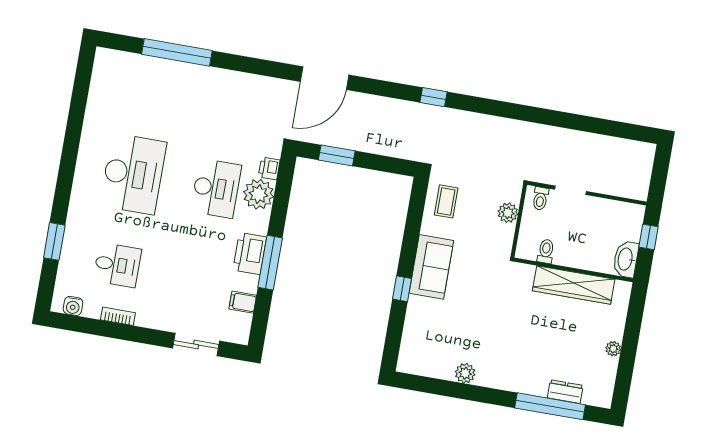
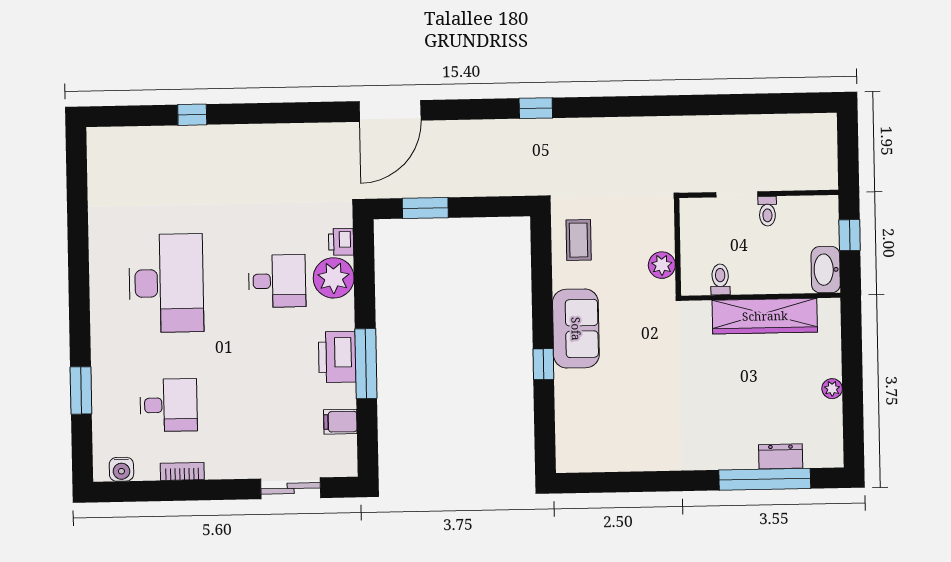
window: (177, 52) -> (192, 115), width x0.32
desk: (216, 188) -> (277, 281), width x0.73
toilet: (540, 199) -> (767, 211), moved
plant: (508, 213) -> (662, 265), moved
plant: (465, 373) -> (646, 458), removed

